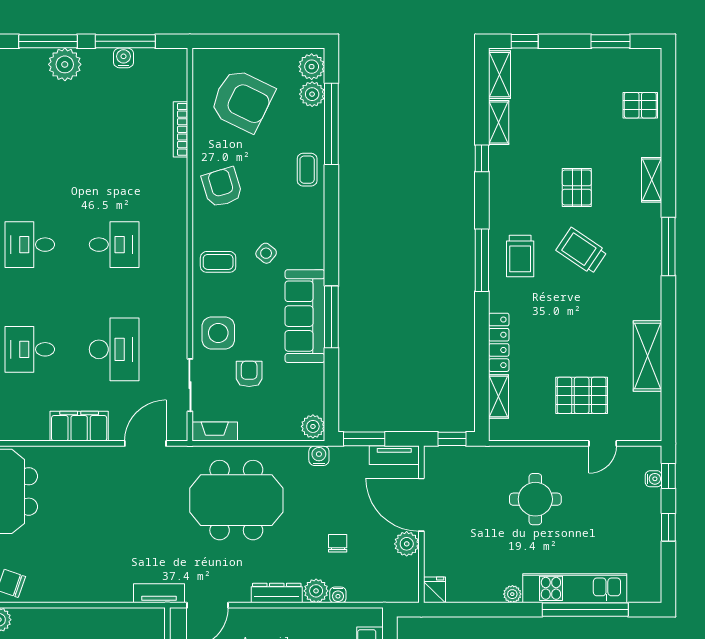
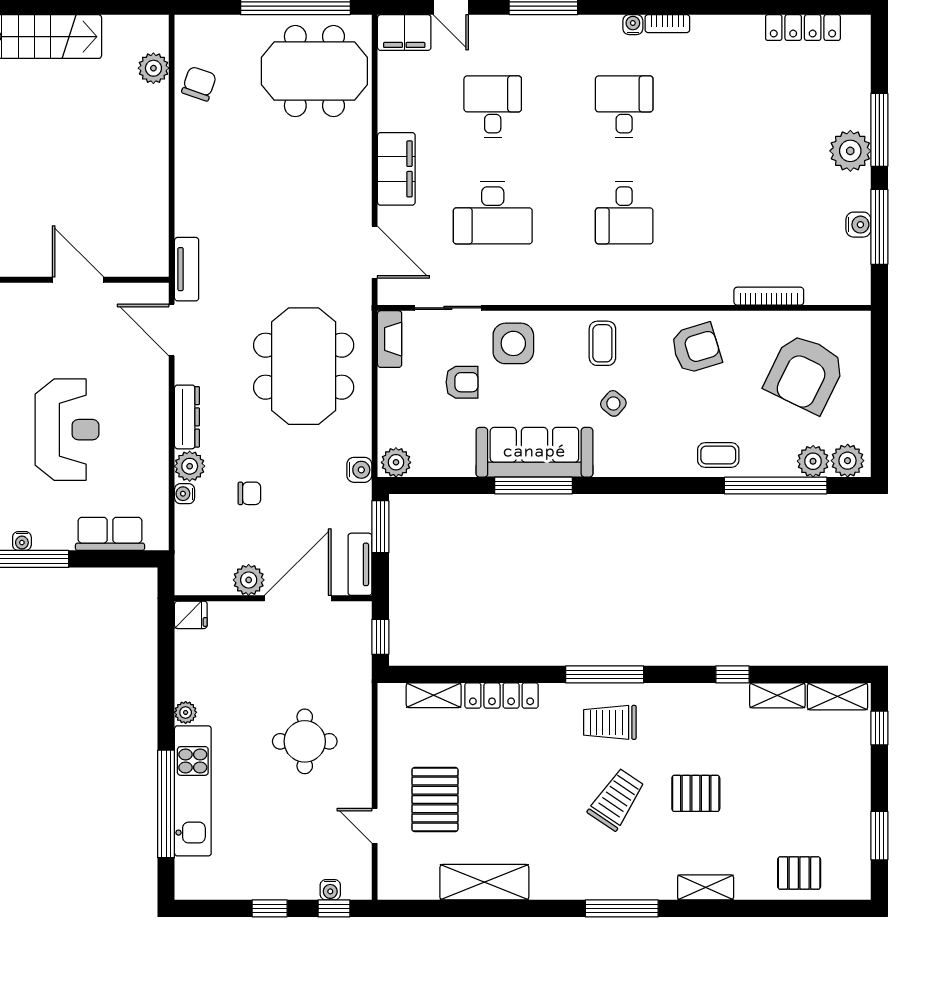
pallet: (640, 105) -> (799, 873), turned 90

